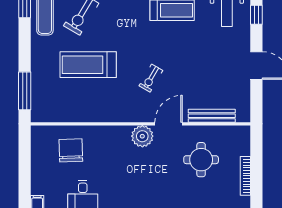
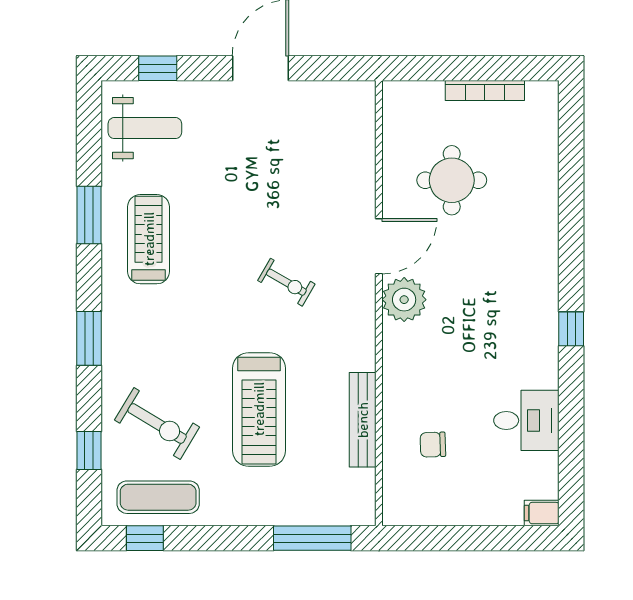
bench: (212, 116) -> (363, 420), moved
door: (169, 124) -> (379, 246), swing flipped
chair: (71, 150) -> (433, 445), width x0.54, depth x0.54

